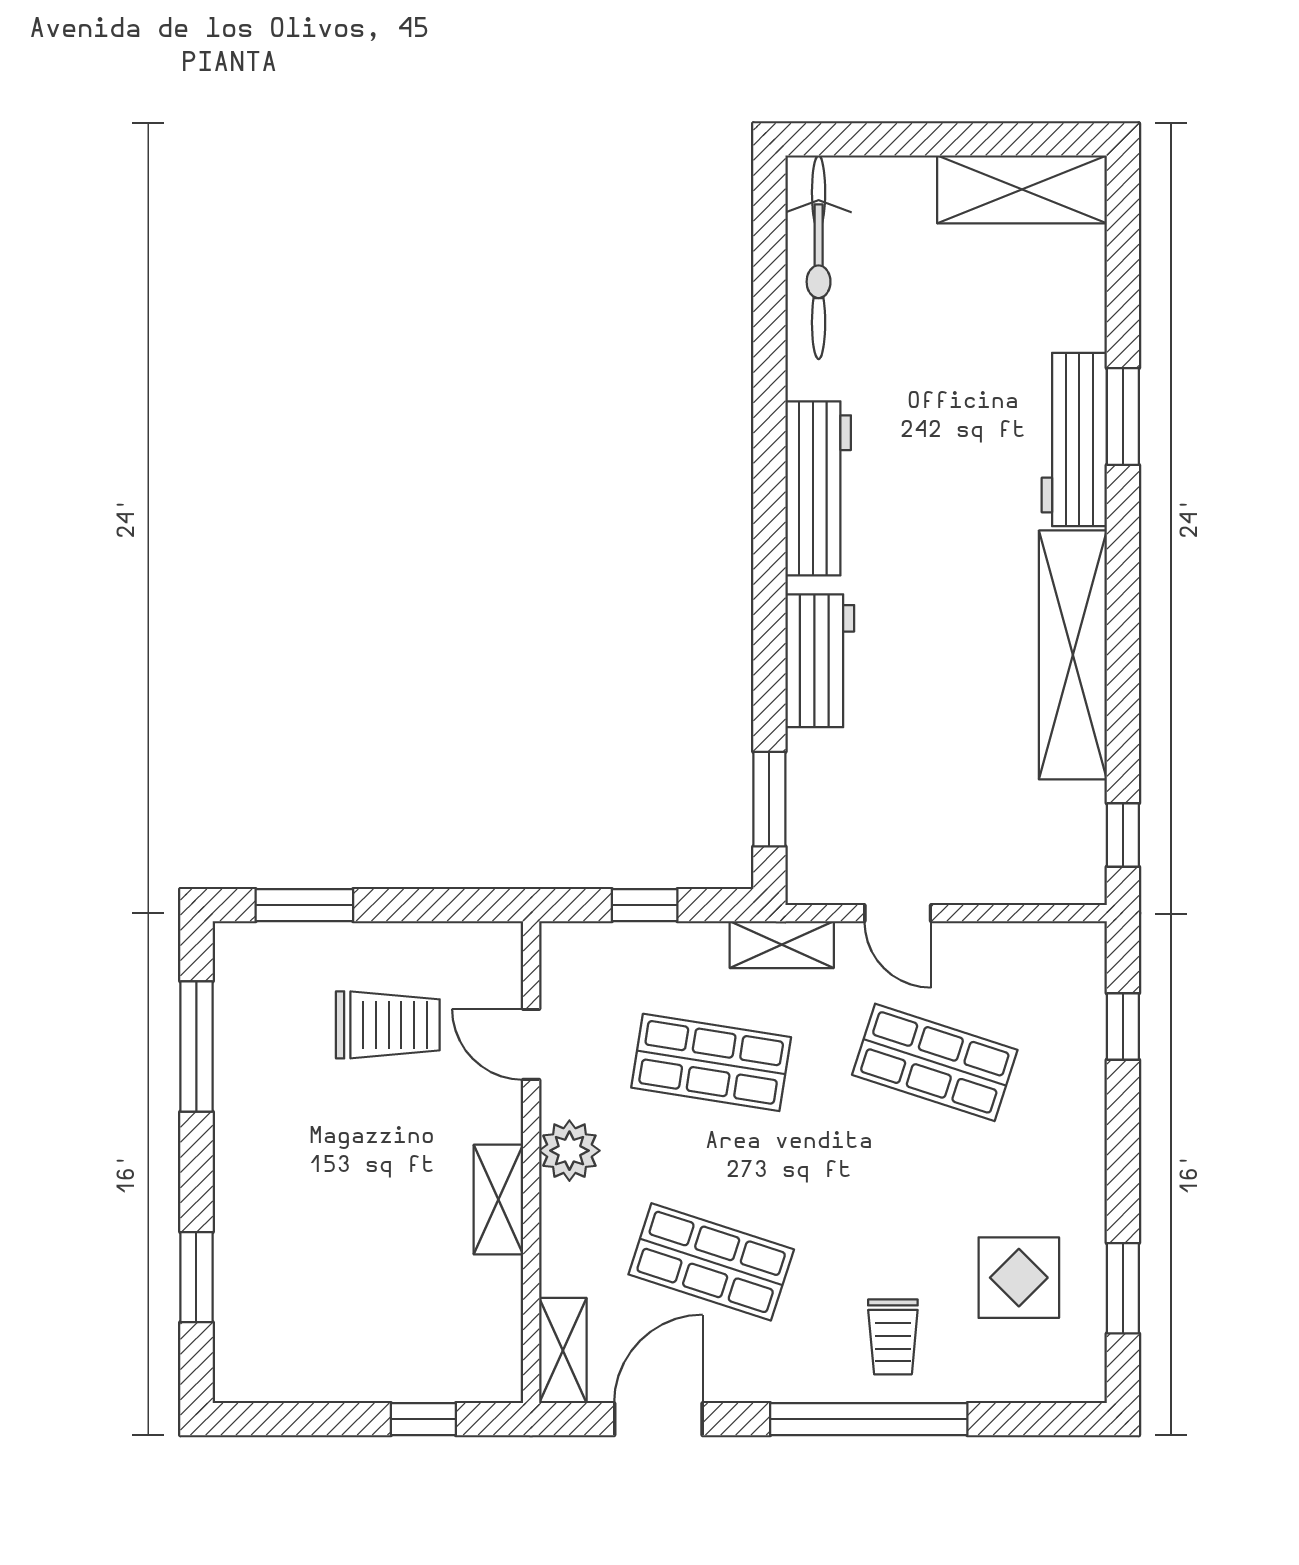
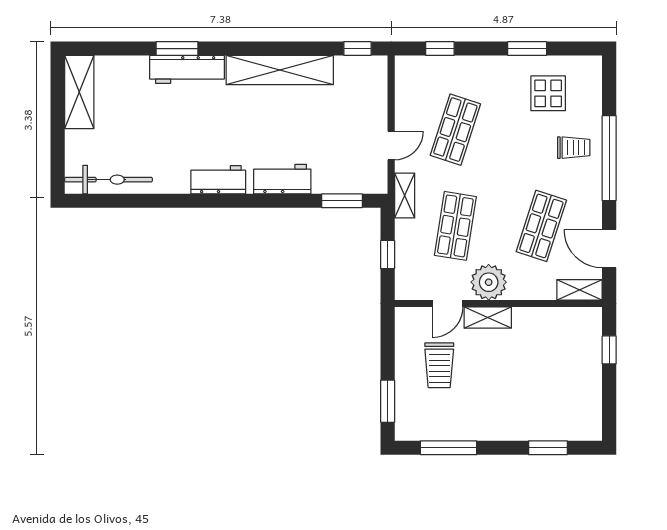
workbench: (818, 488) -> (218, 180), width x0.73
trolley: (388, 1025) -> (439, 365), turned 180
plant: (569, 1151) -> (489, 282), width x1.36, depth x1.36
shelving: (498, 1200) -> (488, 318), moved
window: (1123, 1288) -> (527, 49), moved

